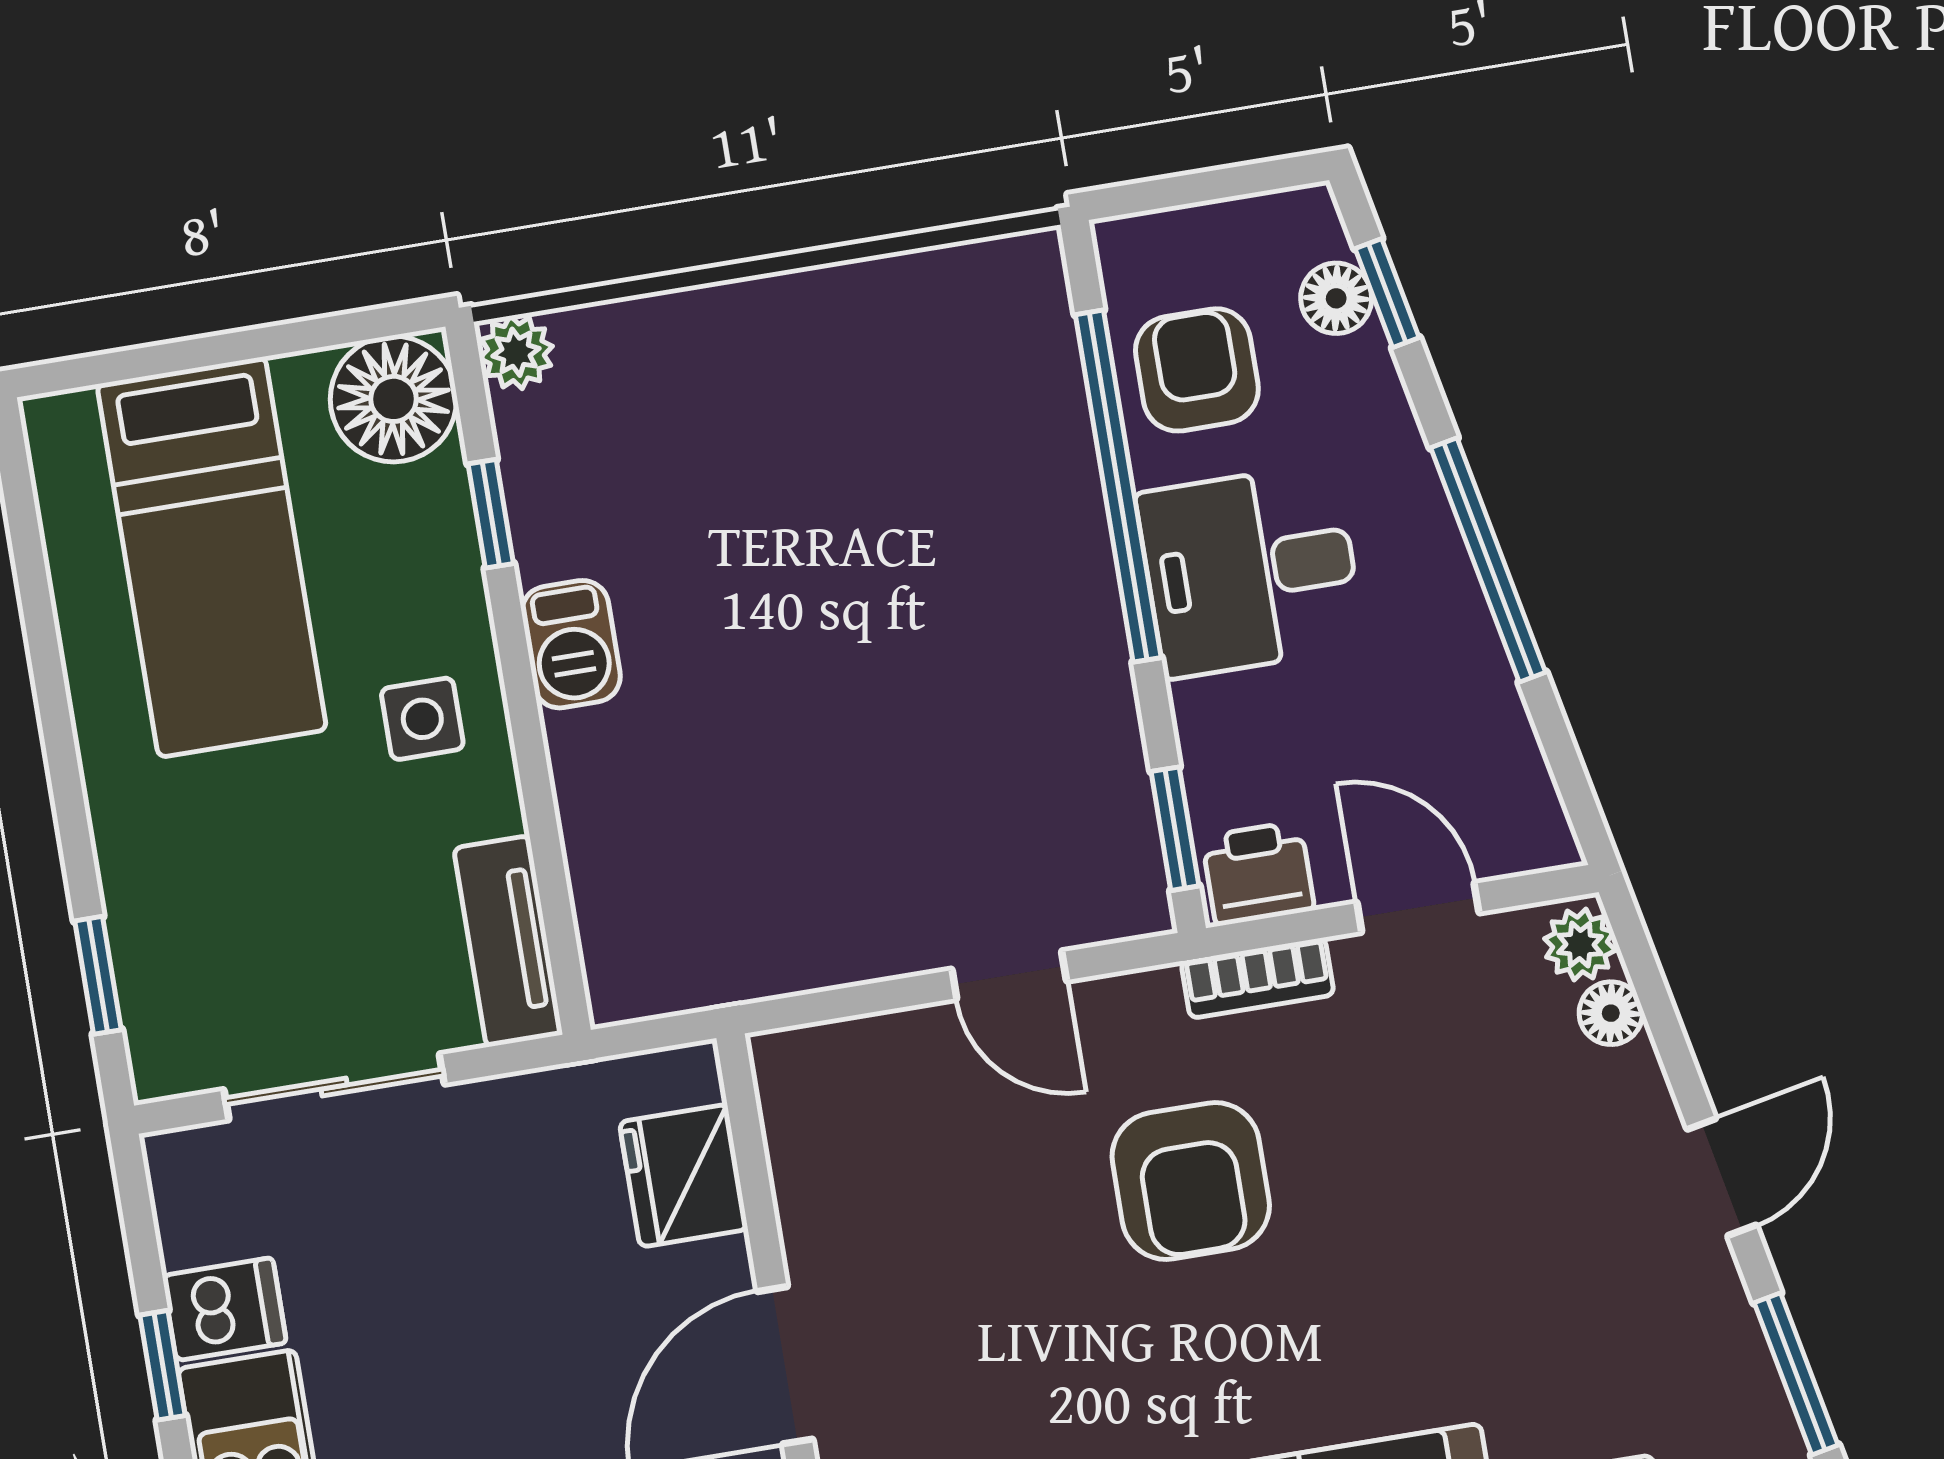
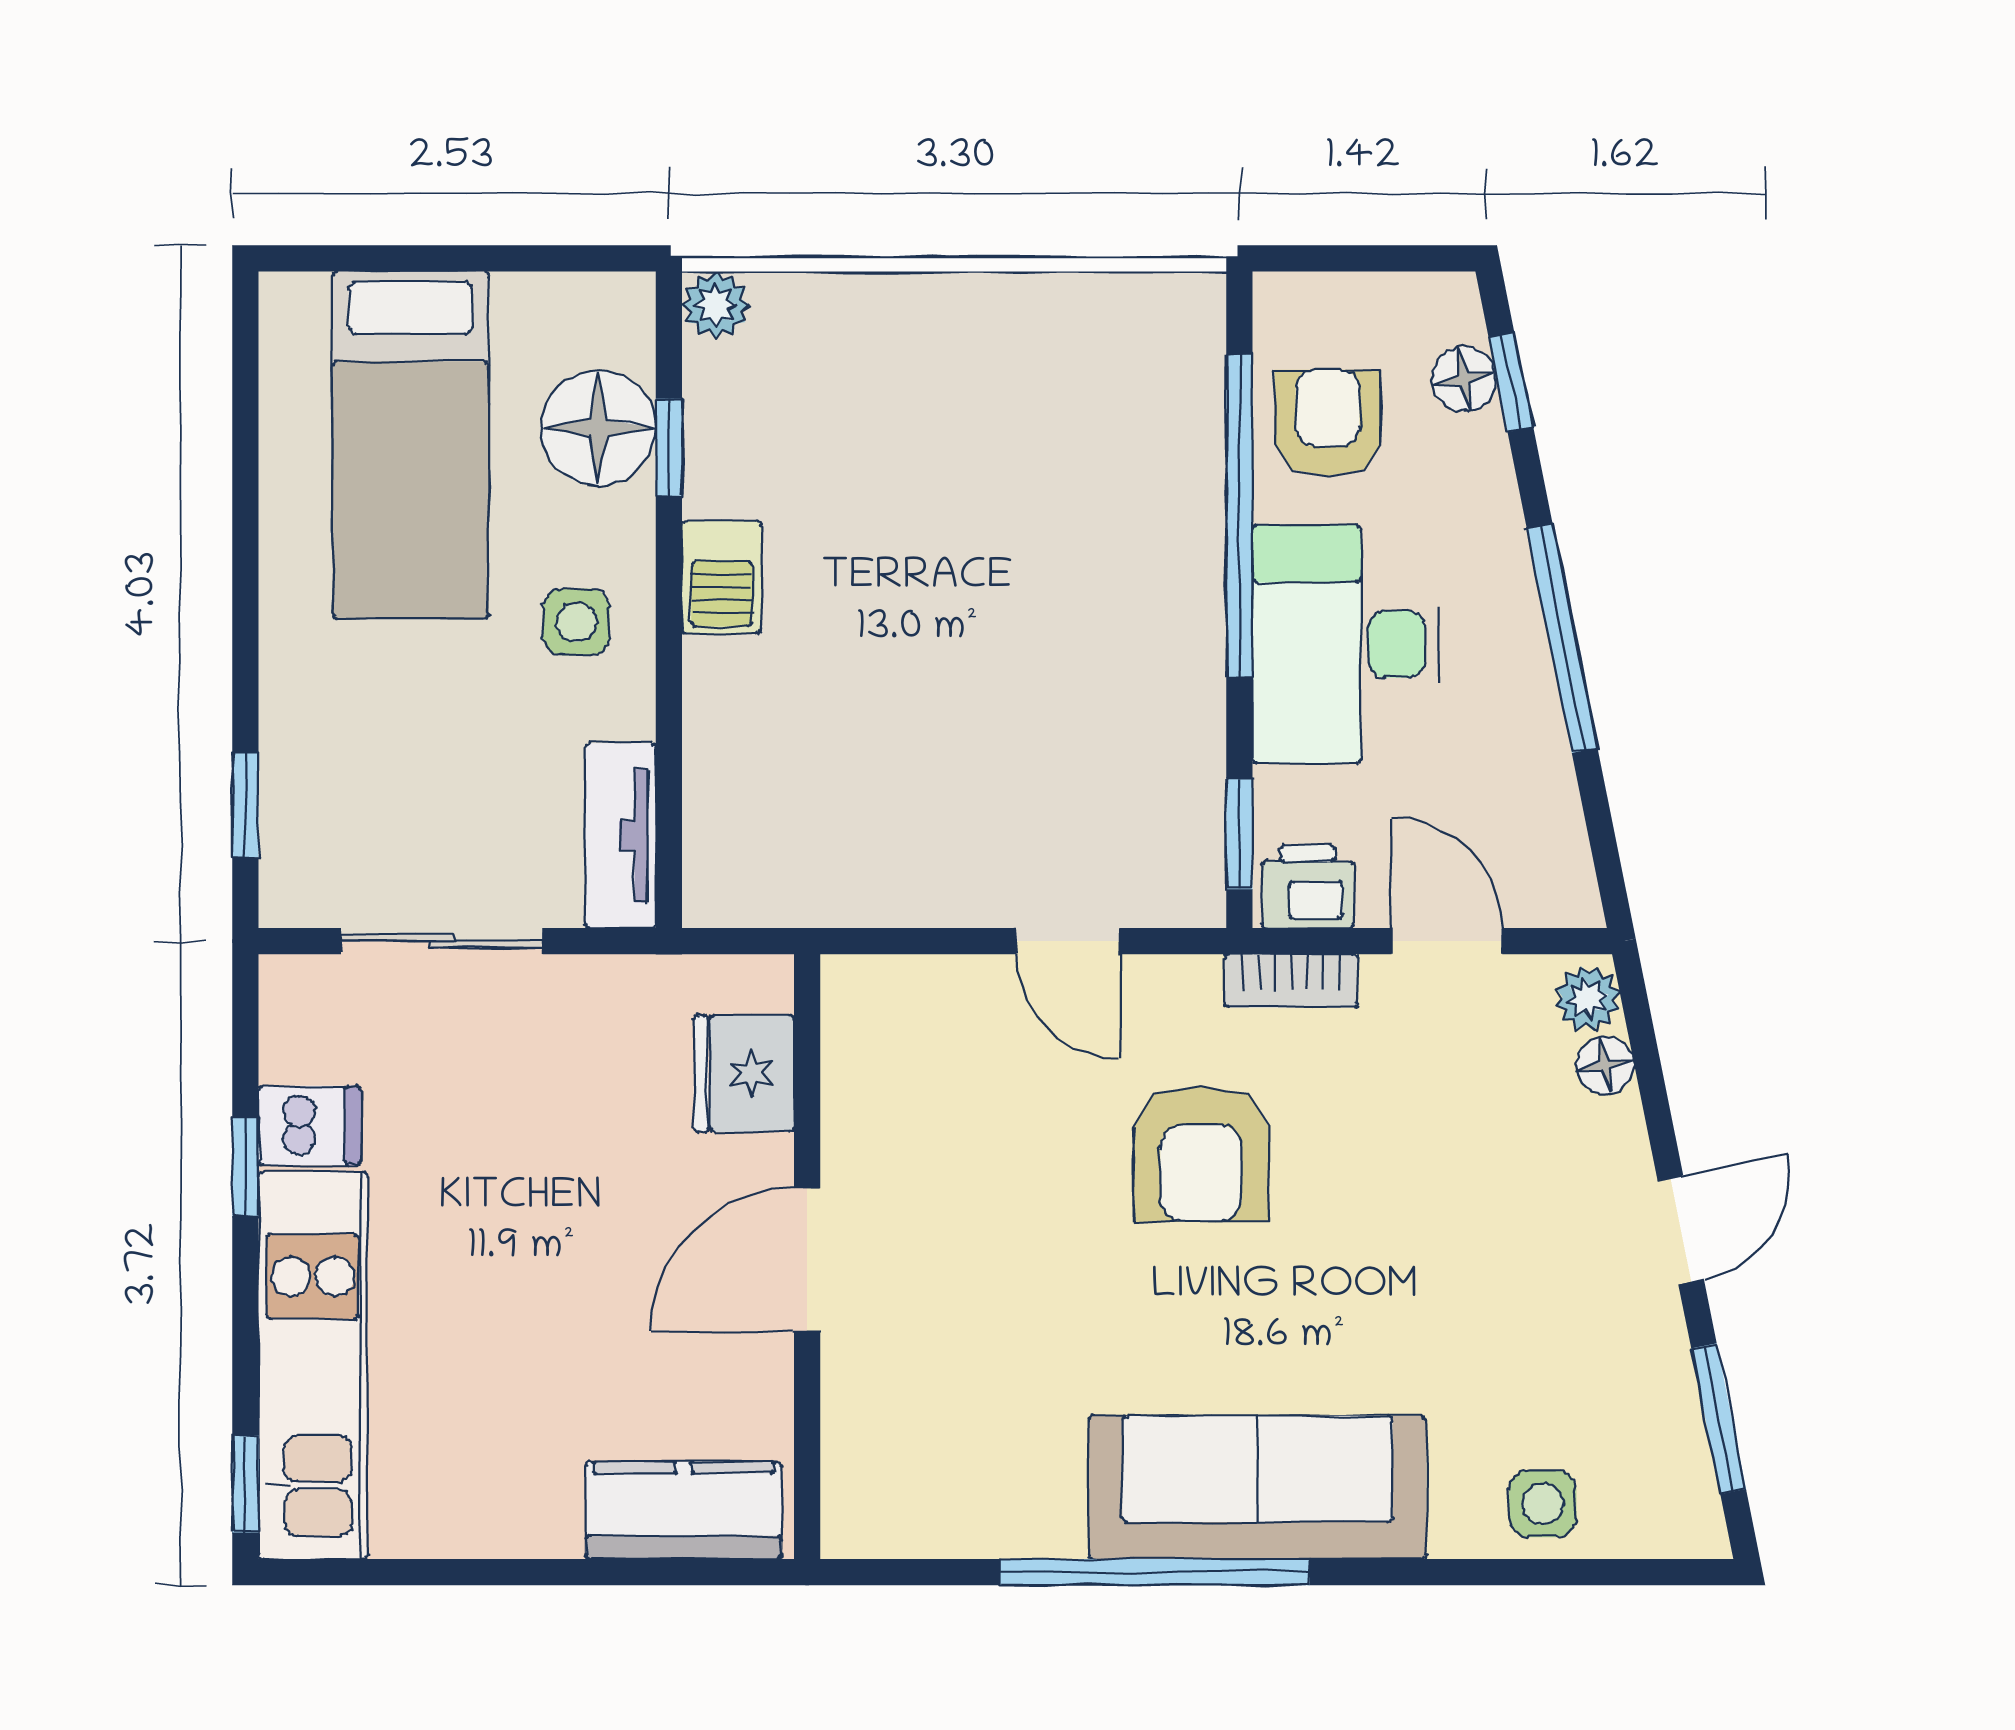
floor lamp: (393, 399) -> (598, 428), moved
desk: (1250, 570) -> (1346, 644), width x1.37

